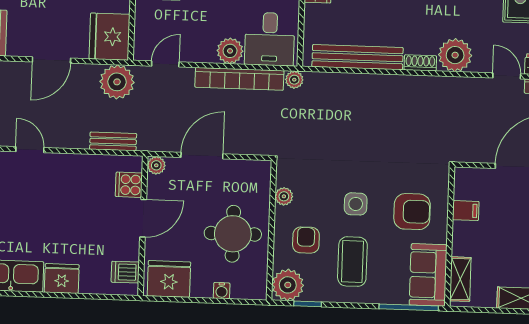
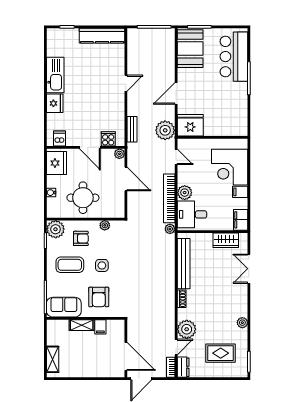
plant: (455, 55) -> (187, 329), moved
door: (51, 60) -> (176, 93), hinge flipped
shelving: (460, 279) -> (82, 325), moved

